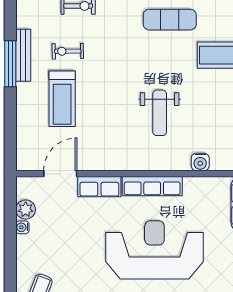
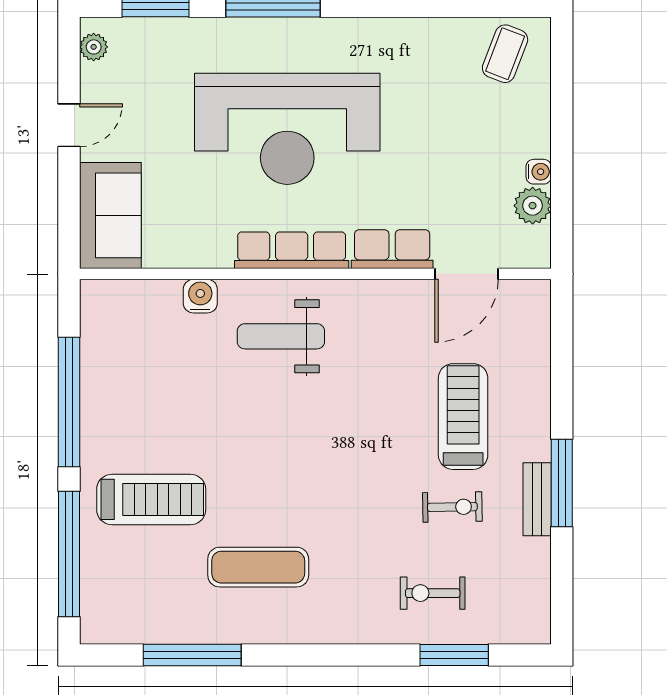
bench: (23, 55) -> (537, 499), width x0.73
weight bench: (160, 113) -> (281, 336), moved, turned -90

